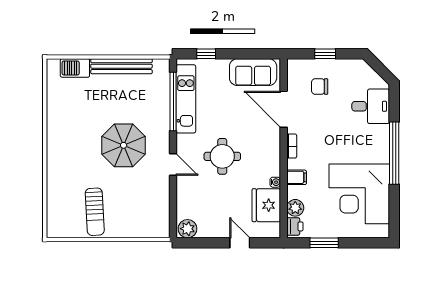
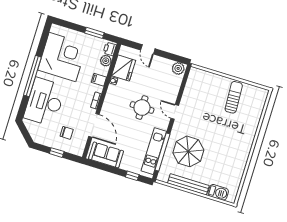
desk: (371, 106) -> (45, 102), width x1.87, depth x1.30
parasol: (124, 145) -> (188, 151), moved

